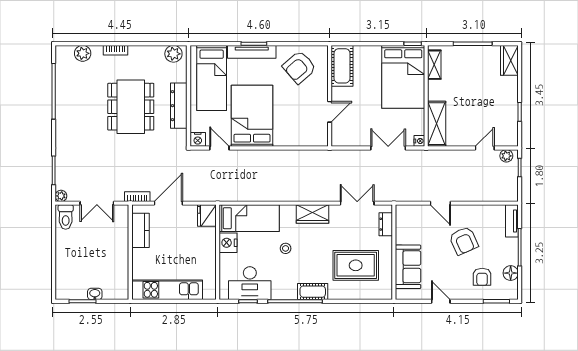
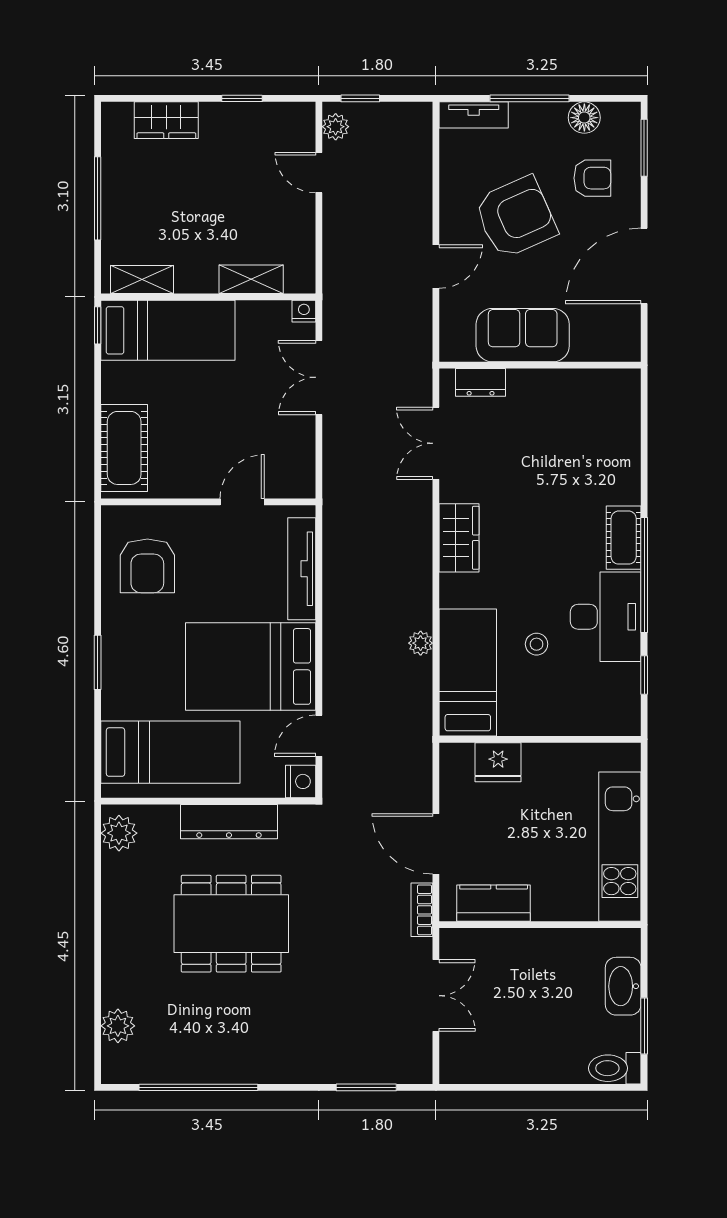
bookcase: (116, 50) -> (111, 956), removed
tv unit: (252, 52) -> (302, 569), moved, turned 180
wardrobe: (509, 60) -> (166, 120), moved
cot: (342, 66) -> (124, 448), moved, turned 90
armchair: (299, 67) -> (147, 566), turned 41
bed: (403, 77) -> (168, 330), width x0.67
door: (330, 112) -> (242, 502), hinge flipped
shelving: (437, 124) -> (251, 279), width x0.67, depth x0.75
plant: (61, 196) -> (421, 643), moved
fridge: (207, 216) -> (498, 762), moved
toilet: (66, 217) -> (615, 1068), moved, turned 180
armchair: (464, 241) -> (516, 217), width x1.36, depth x1.36
nightstand: (228, 243) -> (520, 717), removed
stool: (286, 248) -> (537, 644), moved
rug: (356, 265) -> (568, 446), removed
sofa: (408, 267) -> (523, 335), moved
desk: (250, 283) -> (606, 617), moved
washbasin: (95, 294) -> (623, 986), width x1.91, depth x1.45
door: (441, 301) -> (644, 266), width x1.87

